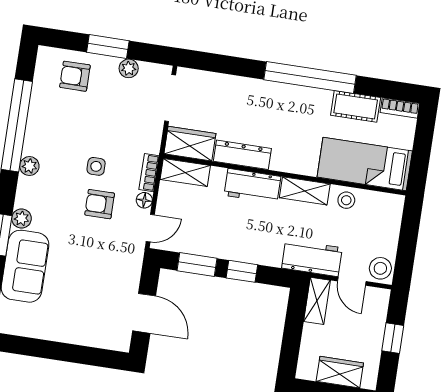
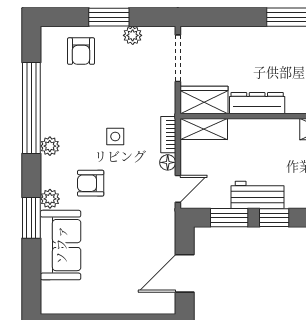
armchair: (75, 76) -> (81, 51), turned -90
workbench: (252, 186) -> (258, 195), moved, turned 180
armchair: (100, 204) -> (91, 183), moved
door: (144, 313) -> (185, 273), swing flipped

